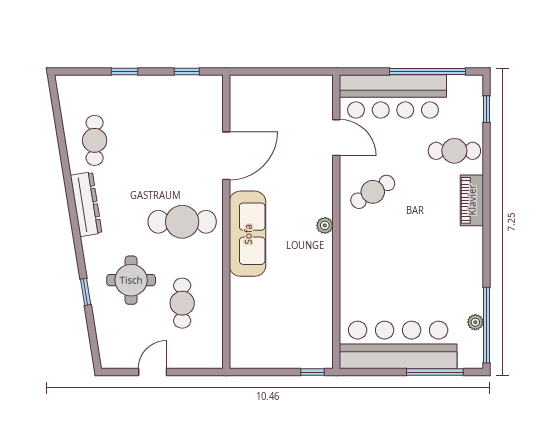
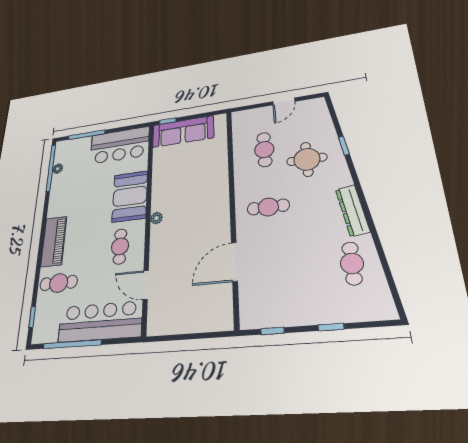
cafe table: (373, 192) -> (120, 246), turned -58
piano: (472, 200) -> (54, 241), width x1.37, depth x1.33
cafe table: (182, 222) -> (268, 207), width x0.73, depth x0.74
sofa: (248, 234) -> (183, 131), moved, turned -90
booth: (363, 262) -> (130, 196), added
bar counter: (398, 345) -> (120, 145), width x0.73

